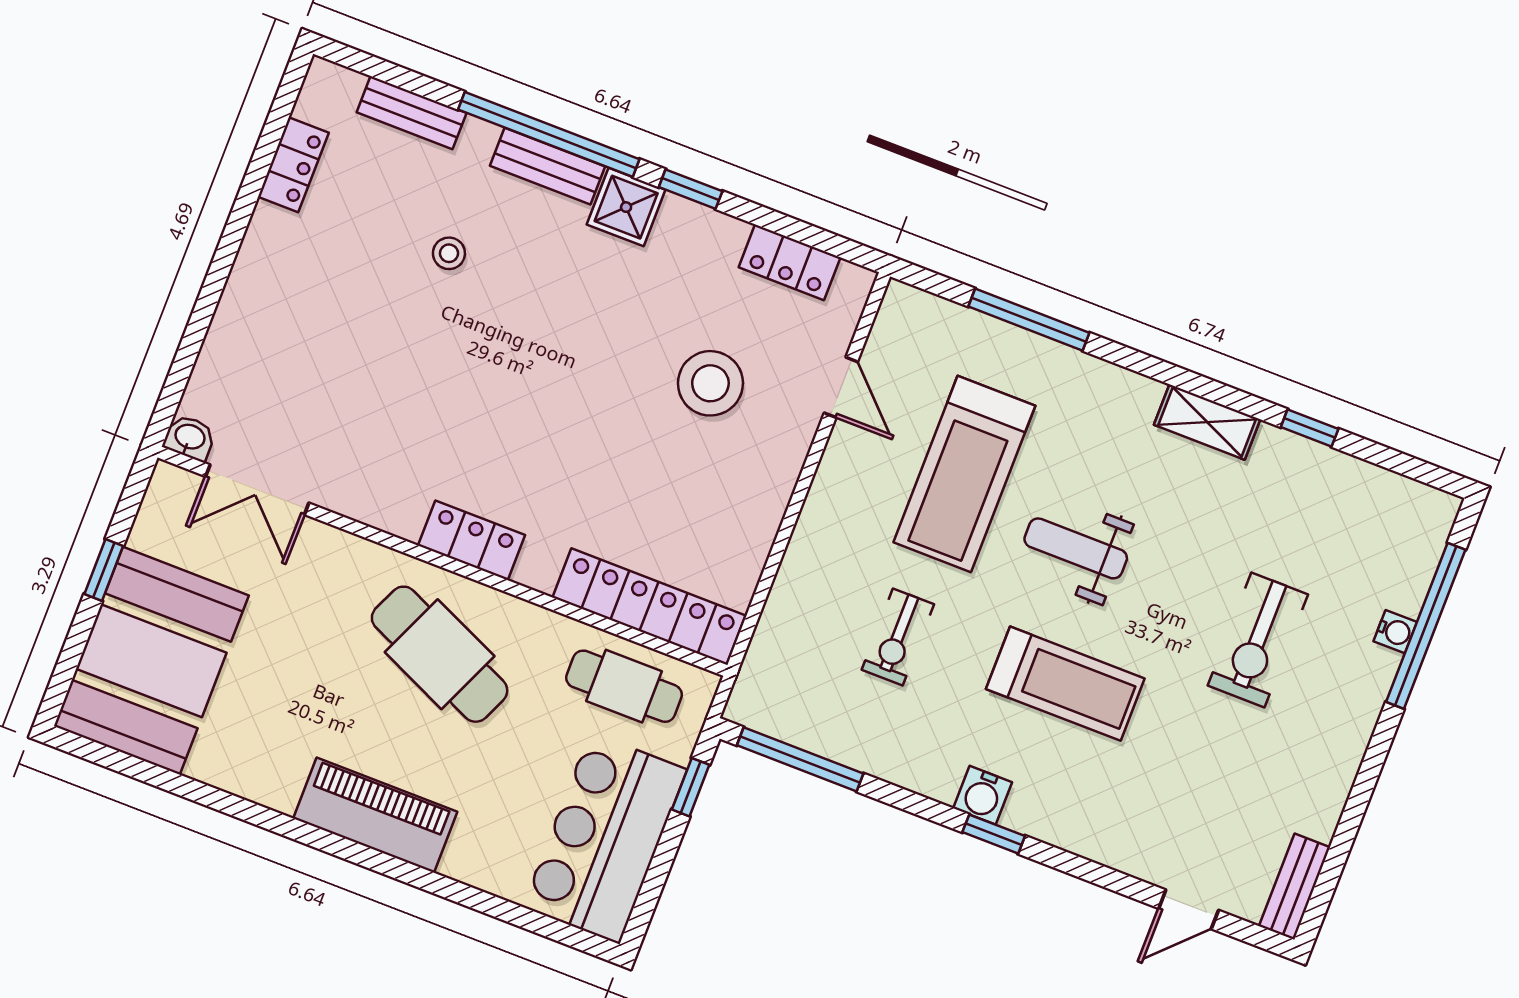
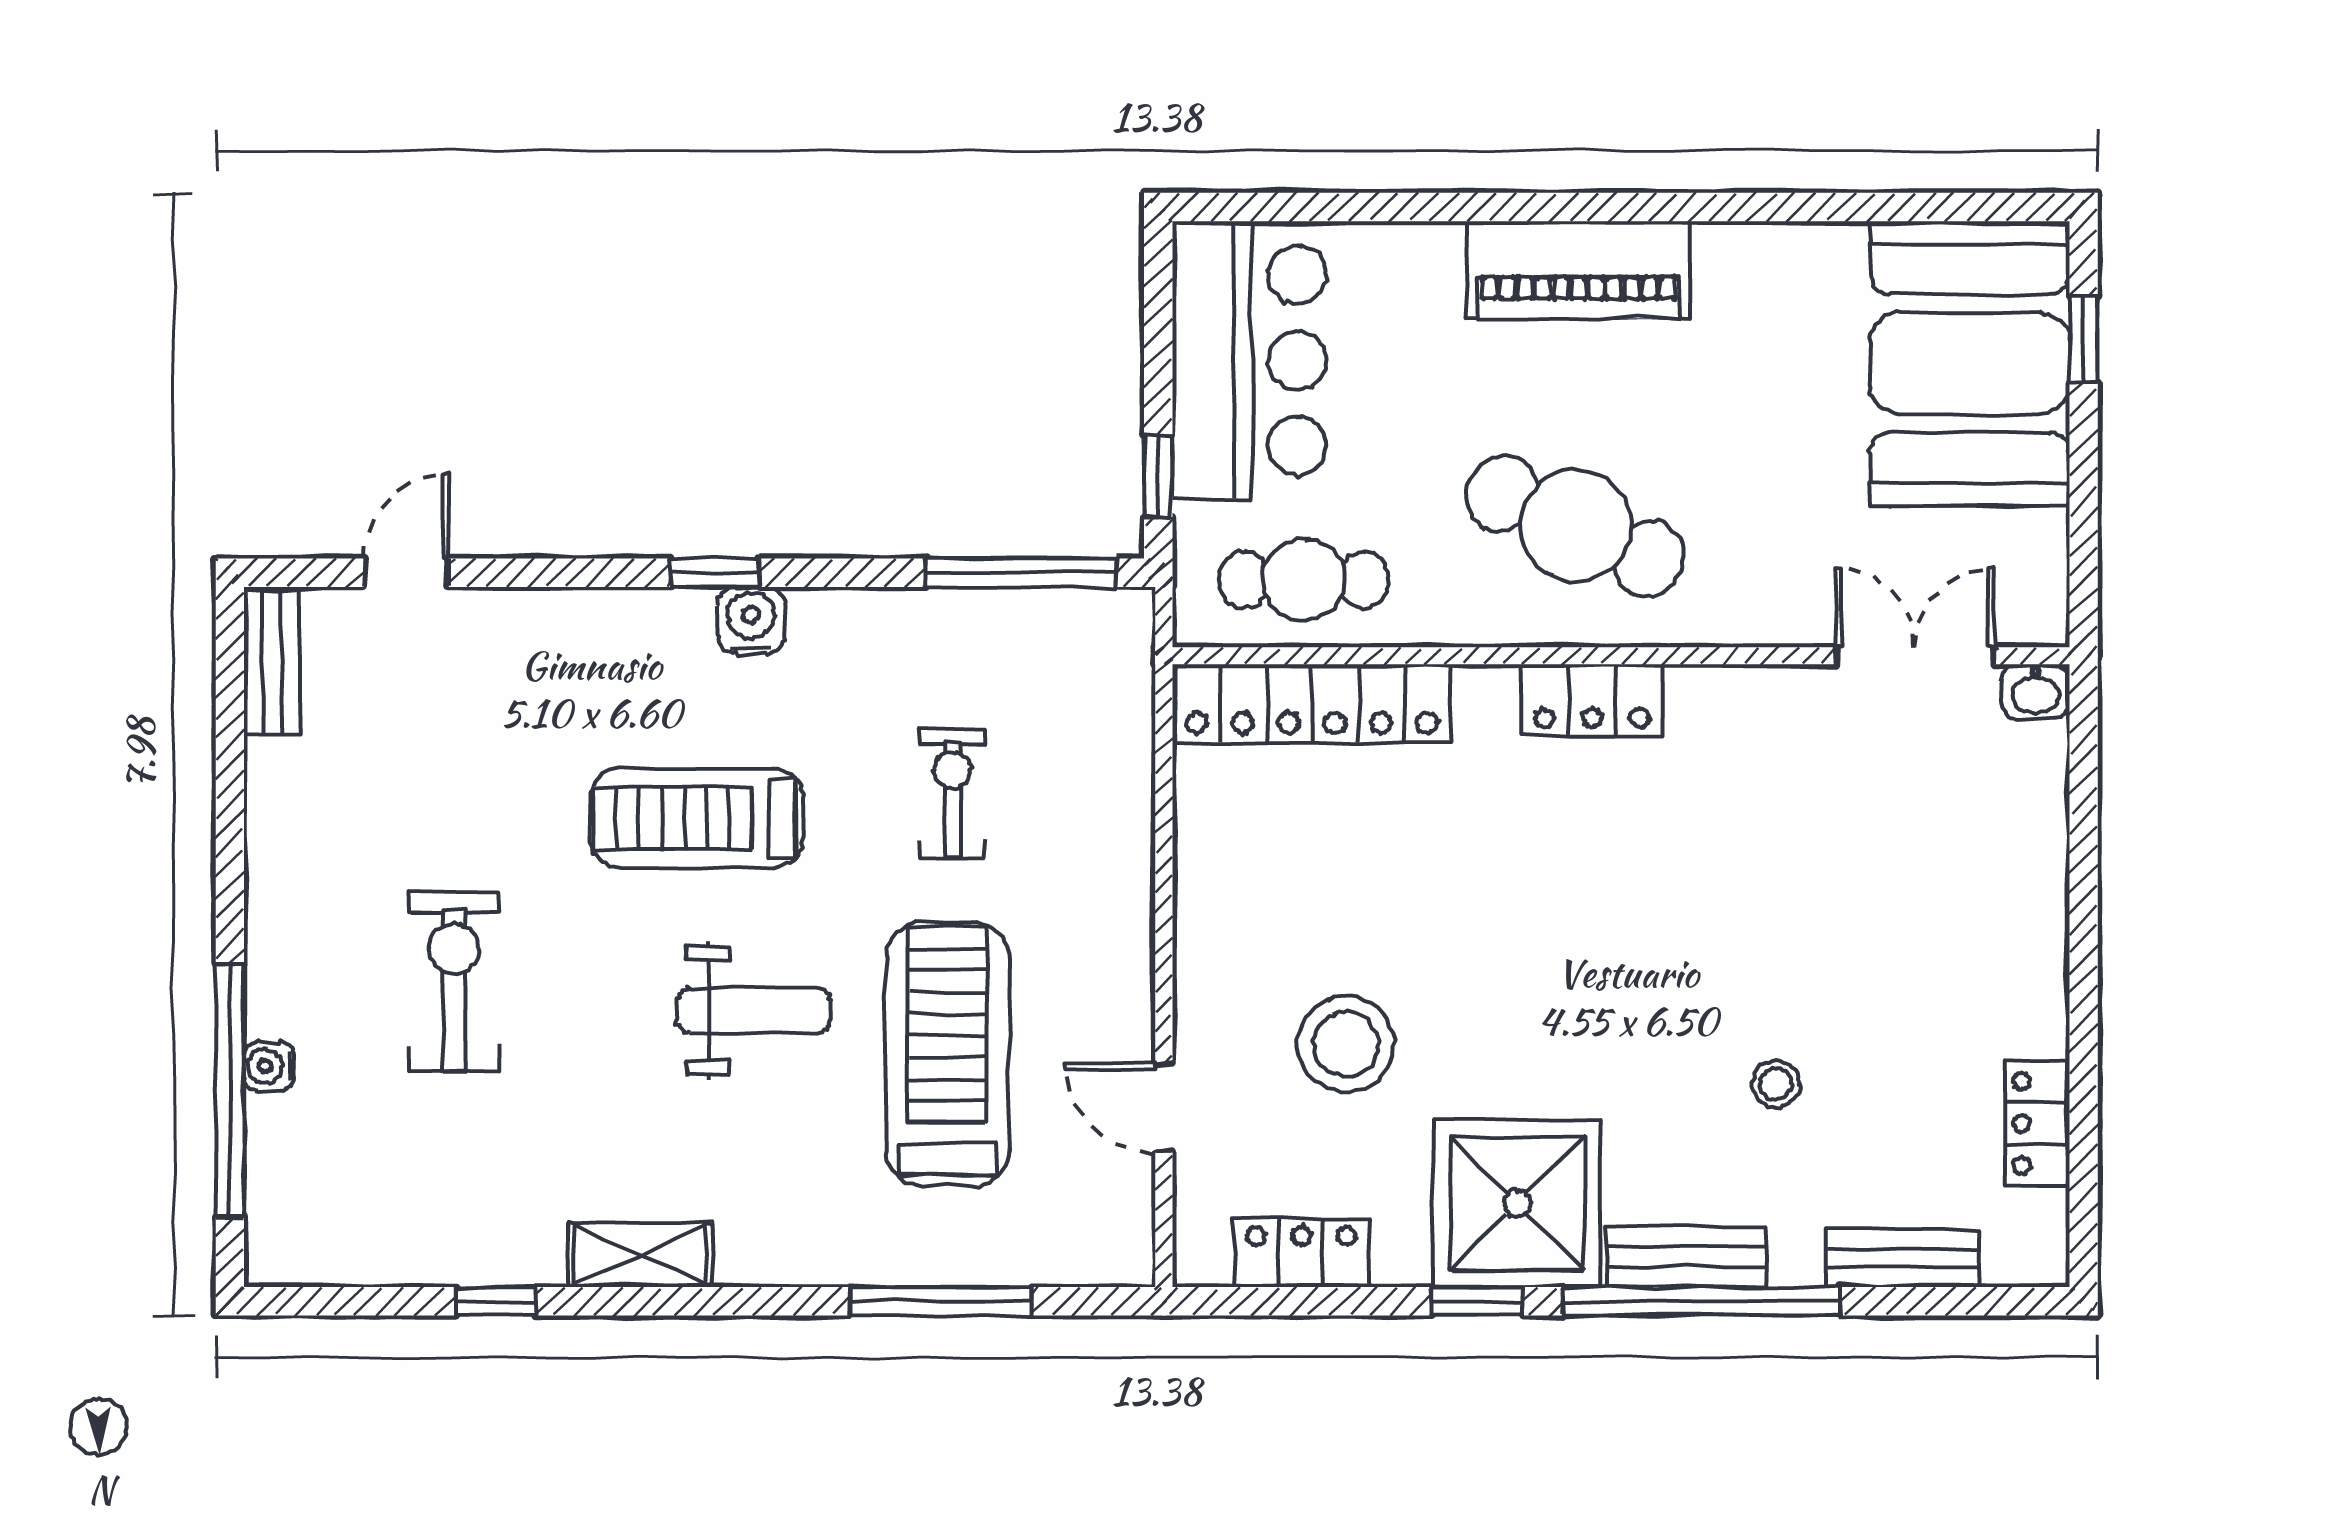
shower: (626, 207) -> (1517, 1203), width x1.86, depth x1.86
window: (104, 570) -> (2084, 339), moved

